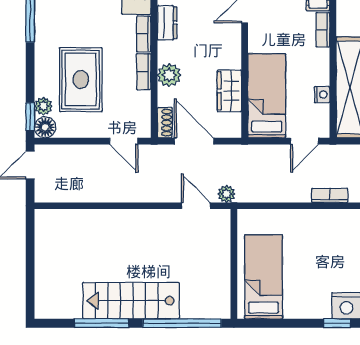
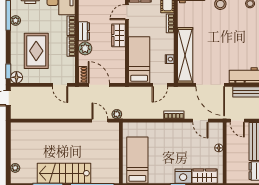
dresser: (167, 23) -> (84, 31), moved
wardrobe: (229, 91) -> (118, 35), moved
plant: (43, 106) -> (16, 20), moved
plant: (43, 291) -> (15, 168), added

